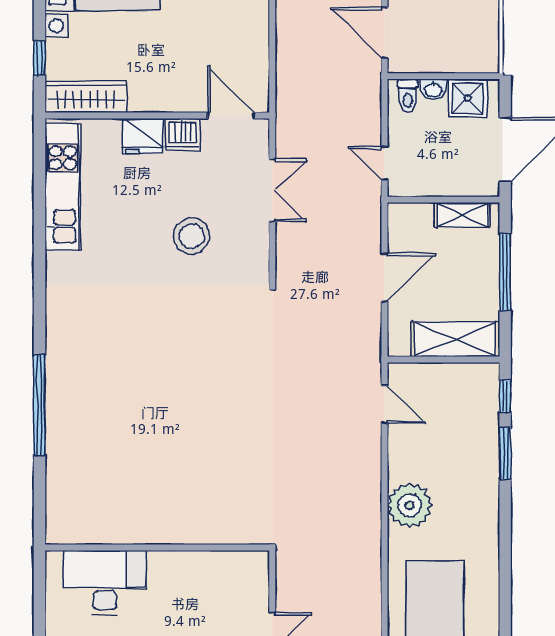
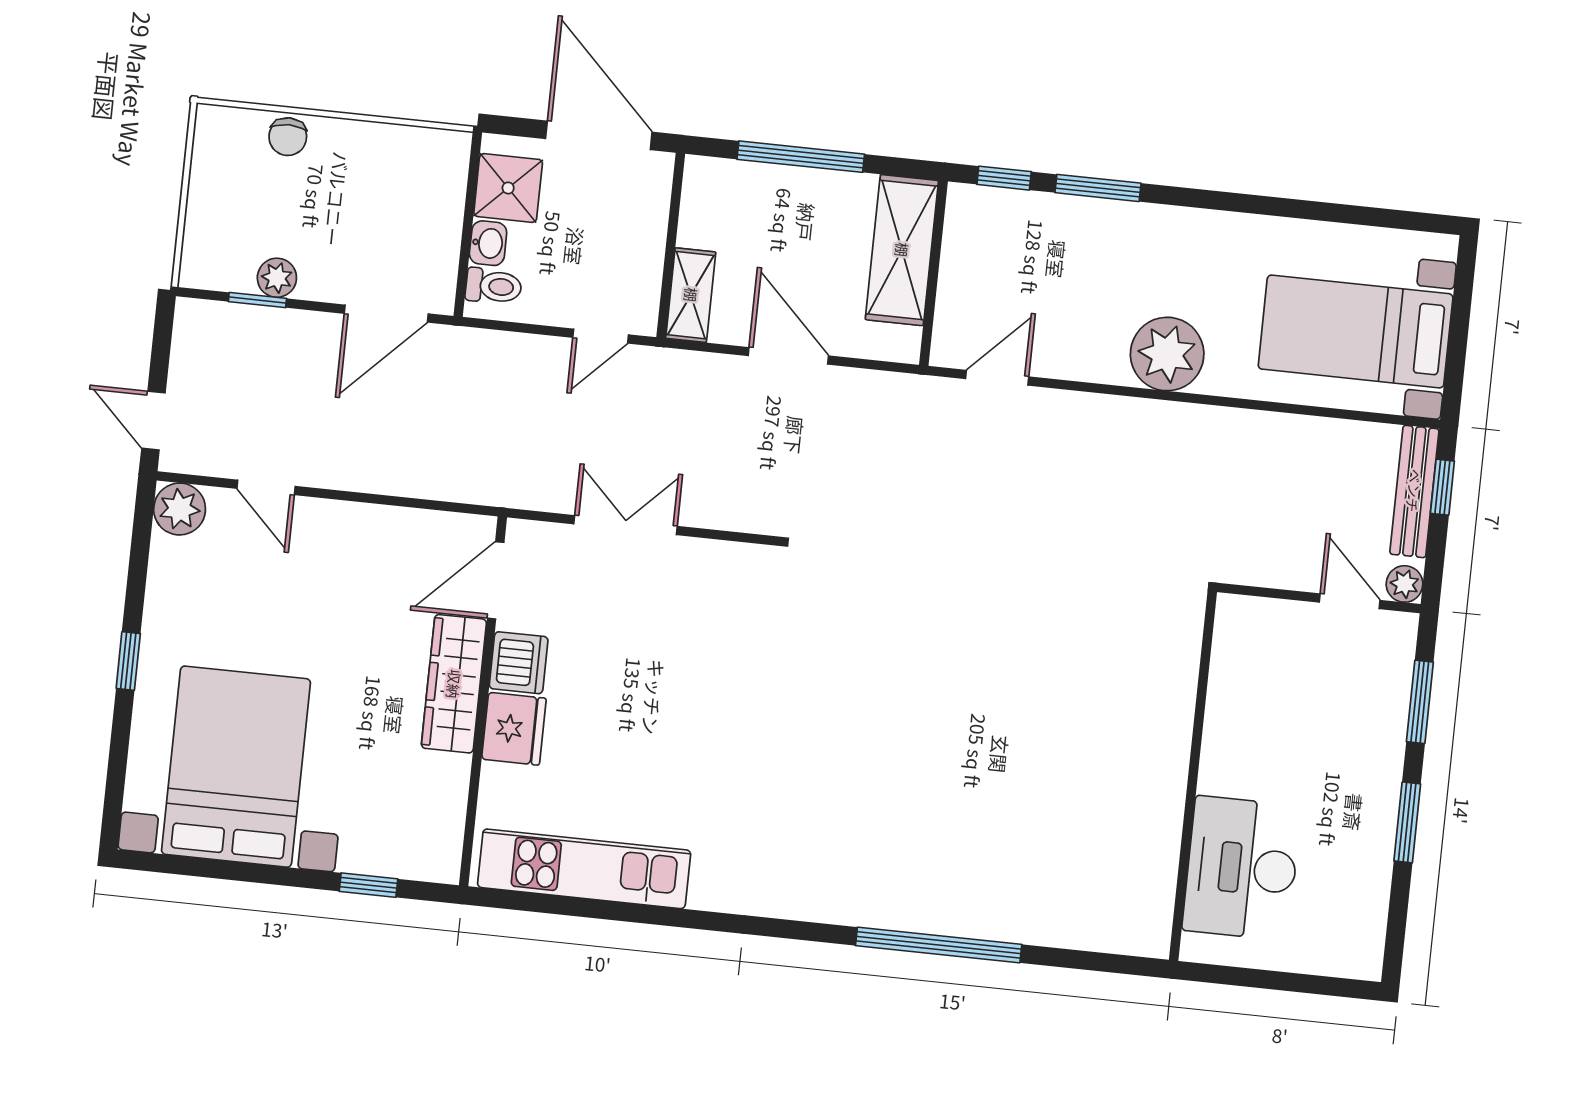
wardrobe: (86, 97) -> (454, 684), moved
shelving: (463, 215) -> (691, 295), moved
stool: (192, 236) -> (687, 666), removed

